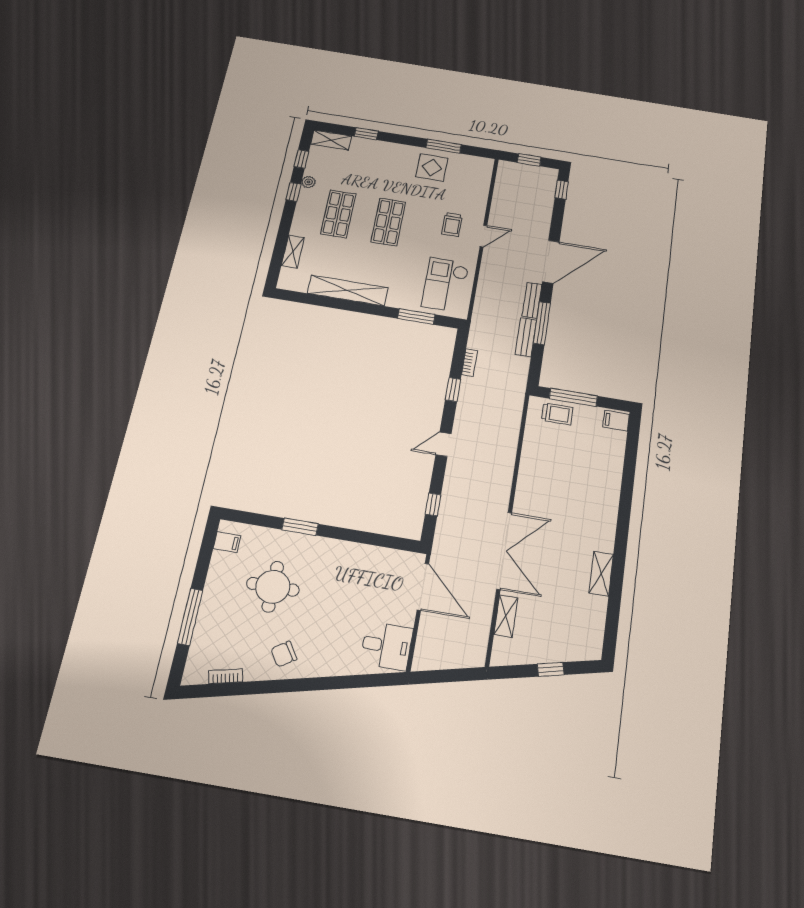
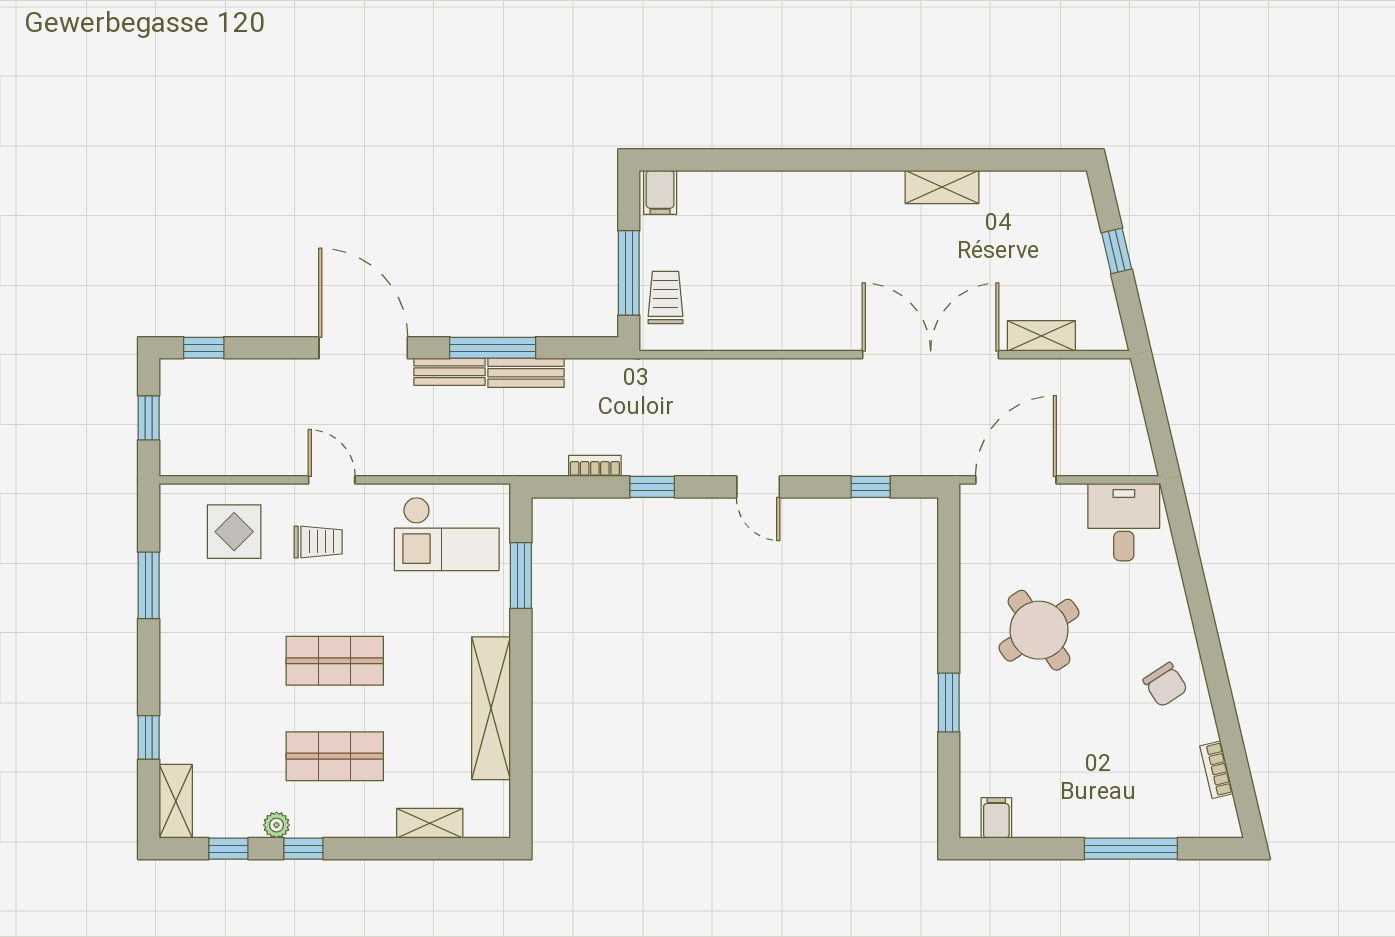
display table: (432, 167) -> (234, 532), moved
round table: (273, 587) -> (1039, 630), moved, turned -34

